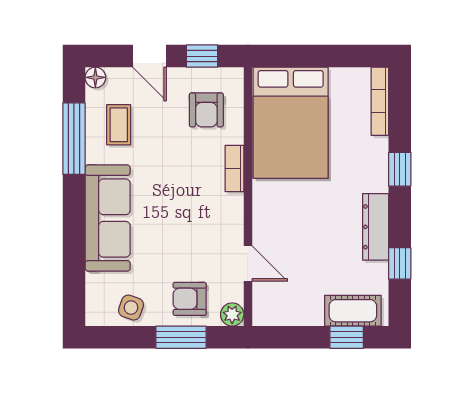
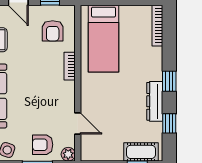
bed: (291, 123) -> (103, 39), width x0.67
window: (400, 169) -> (169, 81), moved

